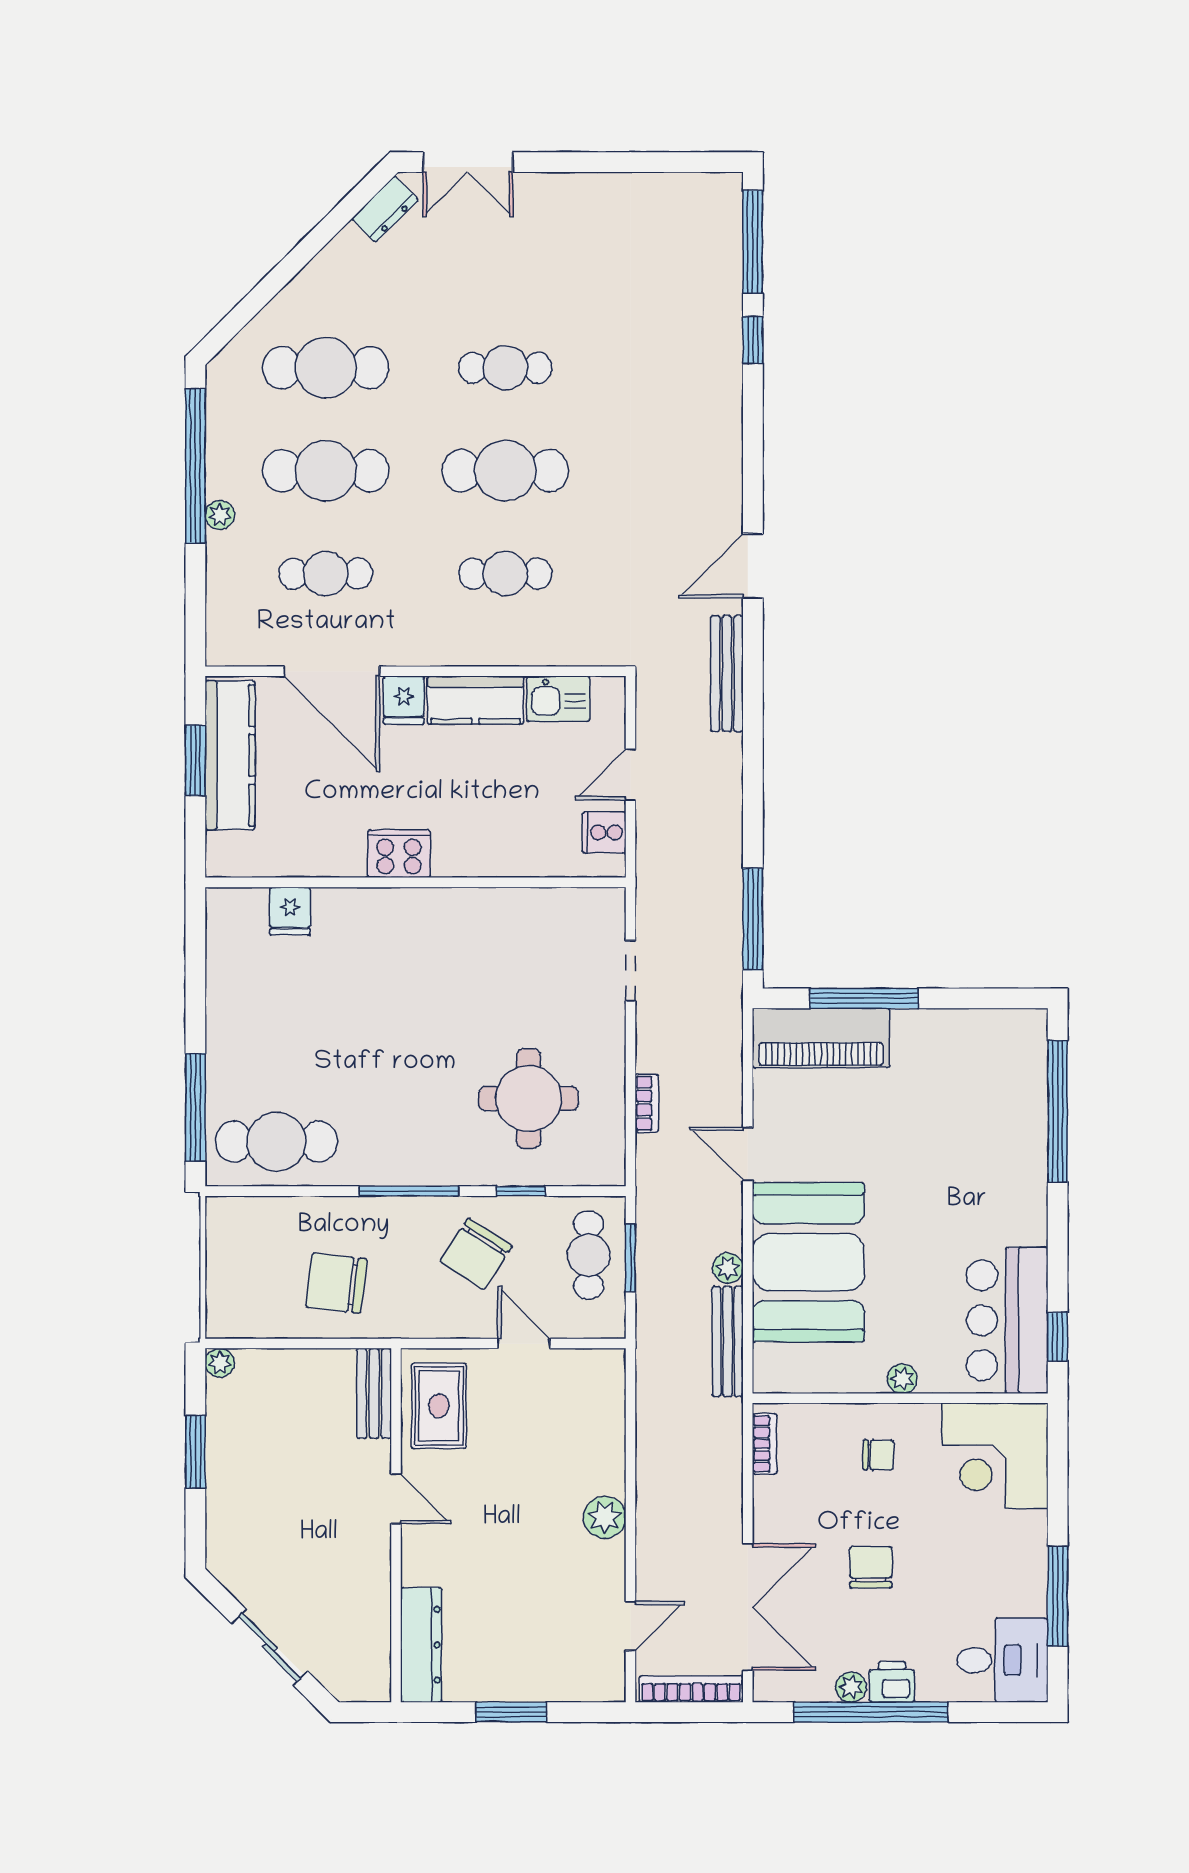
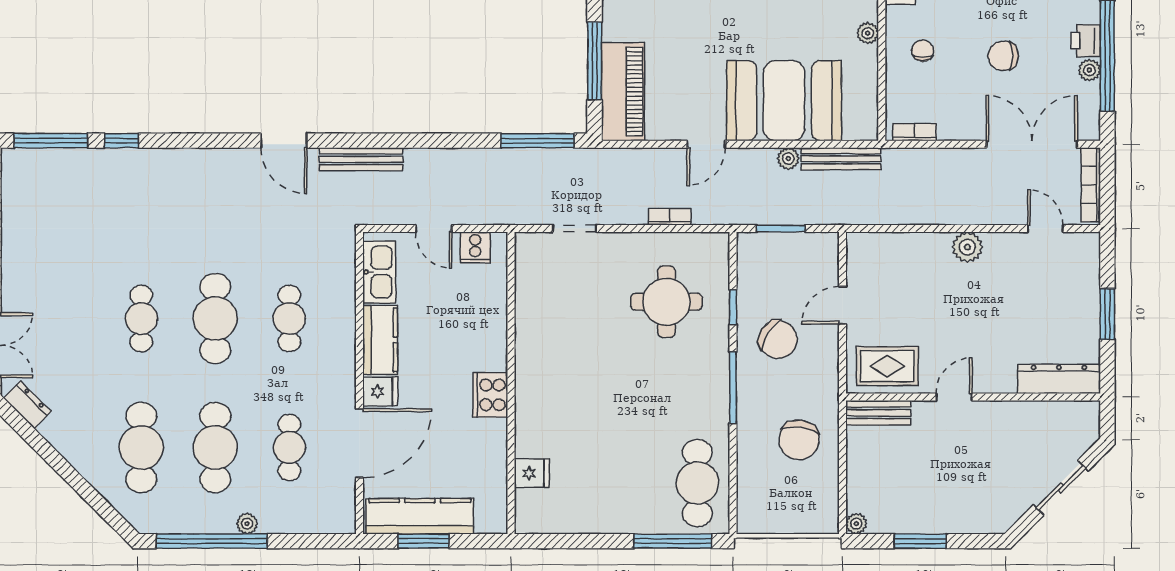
kitchen sink: (558, 699) -> (379, 272), width x1.38
cafe table: (589, 1255) -> (779, 259), removed

